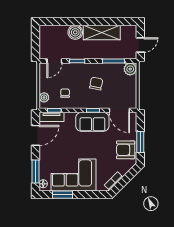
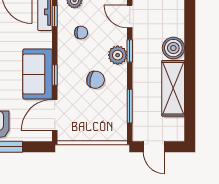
plant: (130, 69) -> (118, 55), moved

